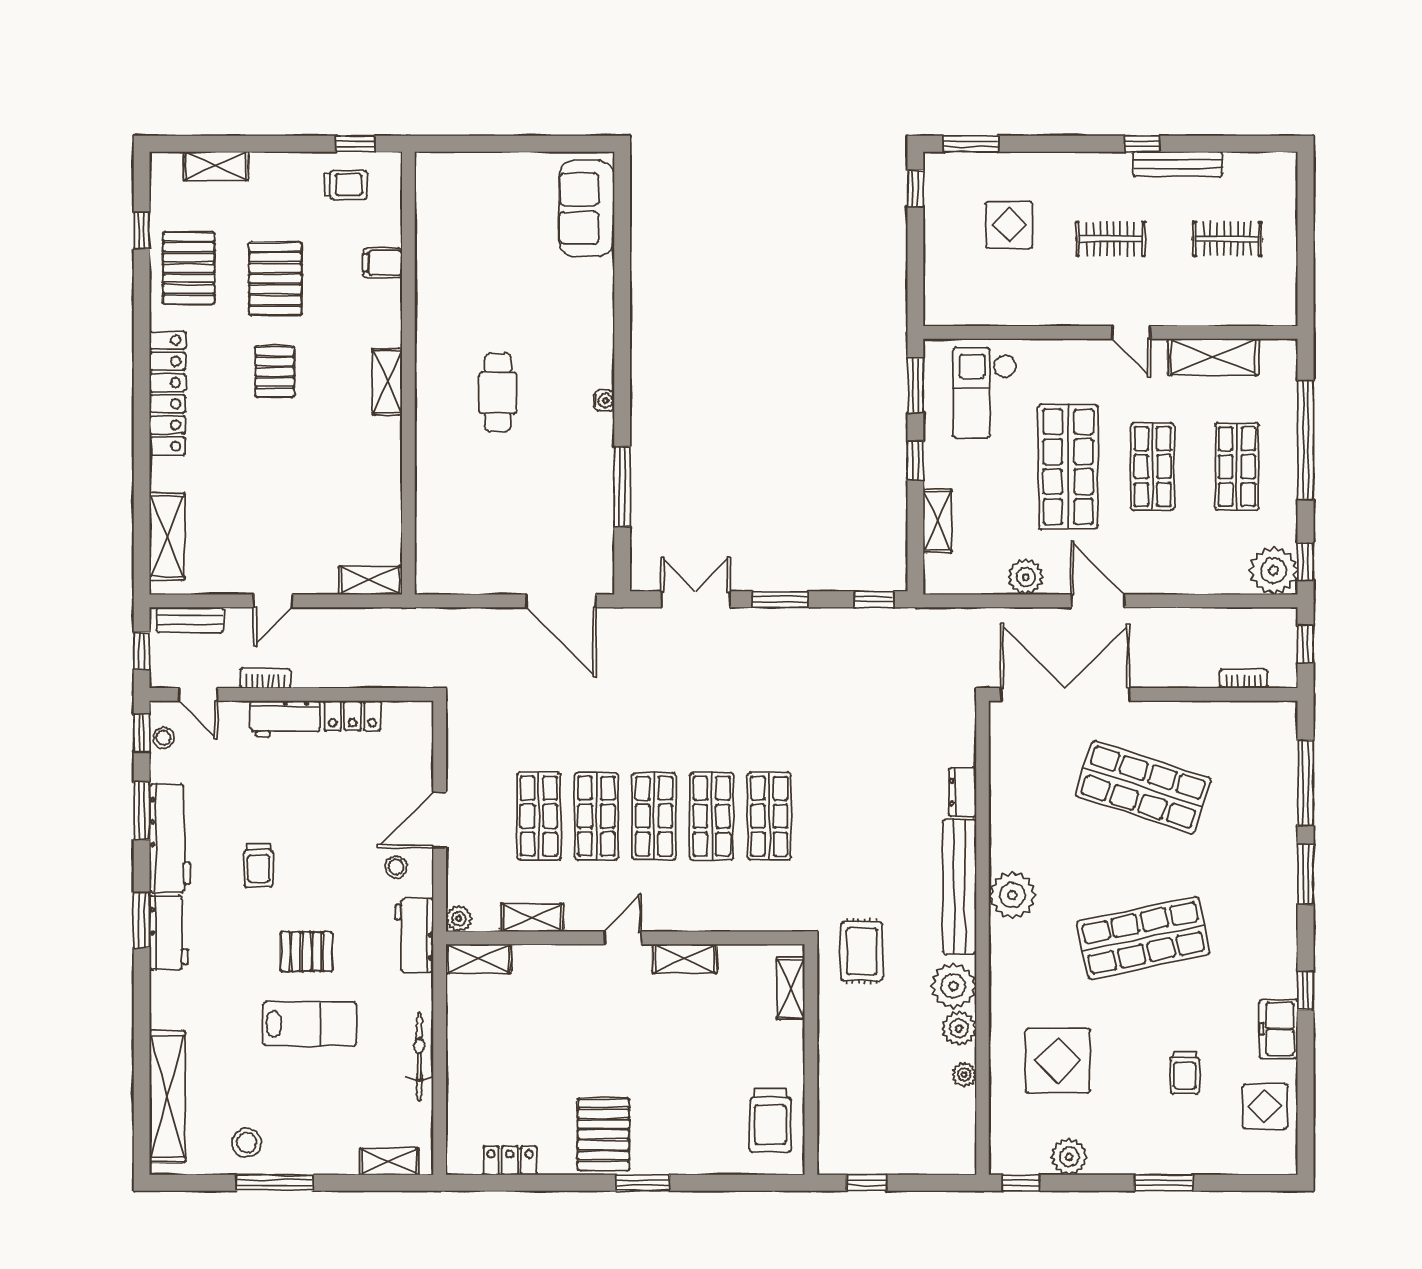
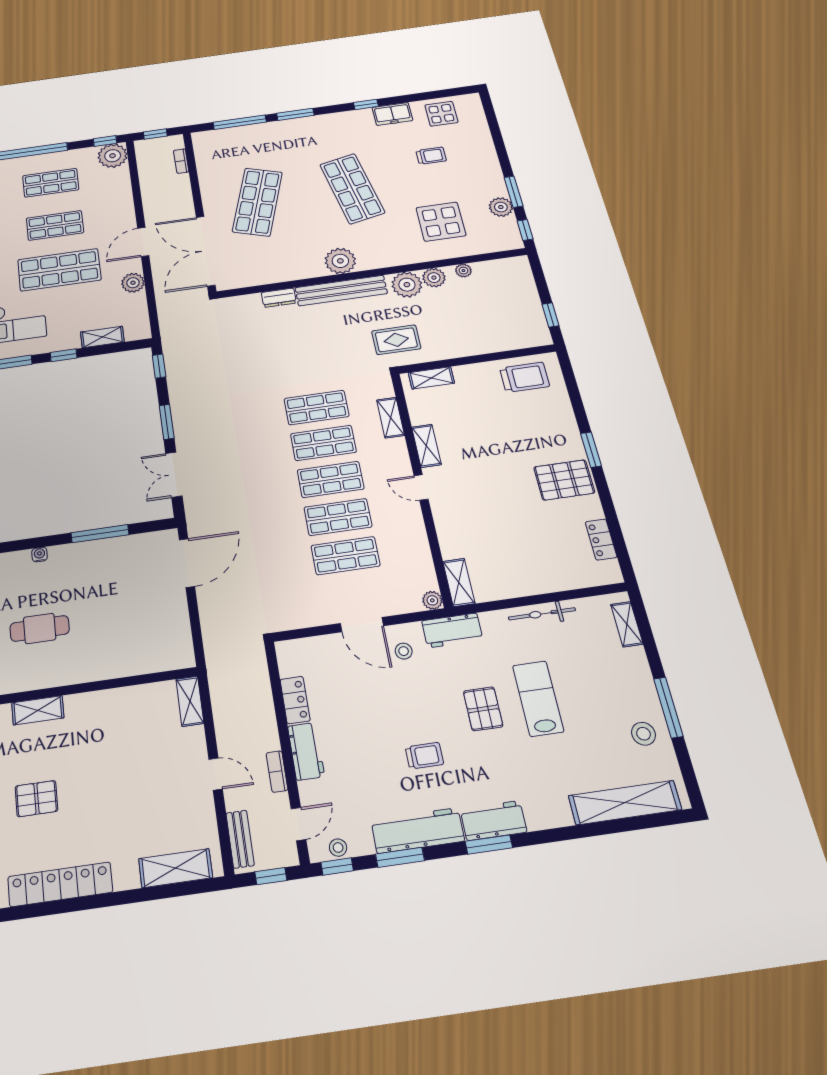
shelving: (532, 918) -> (391, 418), moved
window: (1164, 1183) -> (513, 192), moved

